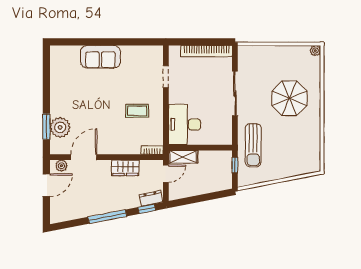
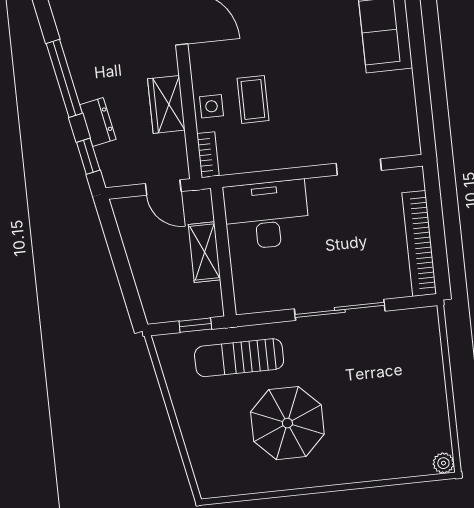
parasol: (289, 98) -> (287, 423), moved
coffee table: (137, 111) -> (253, 99), moved
side table: (129, 146) -> (211, 106), added
shelving: (183, 157) -> (204, 252), moved
dresser: (151, 198) -> (98, 122), moved

